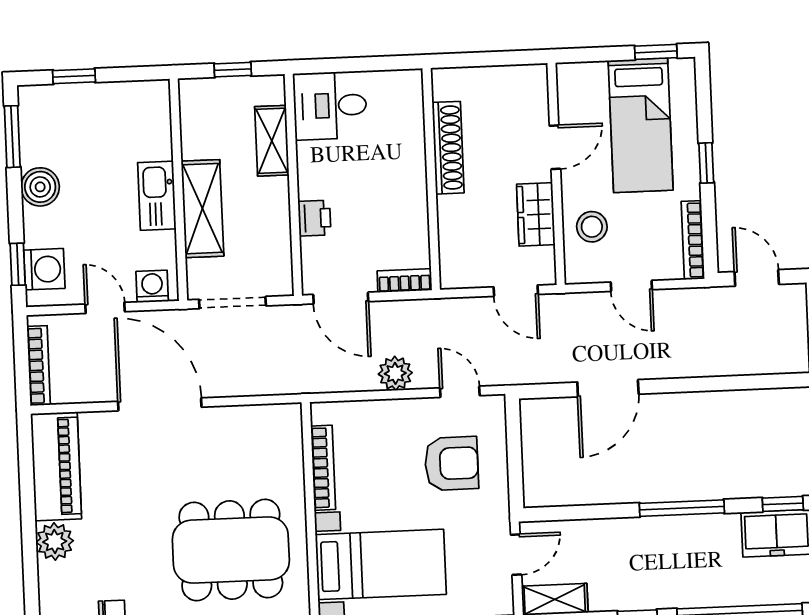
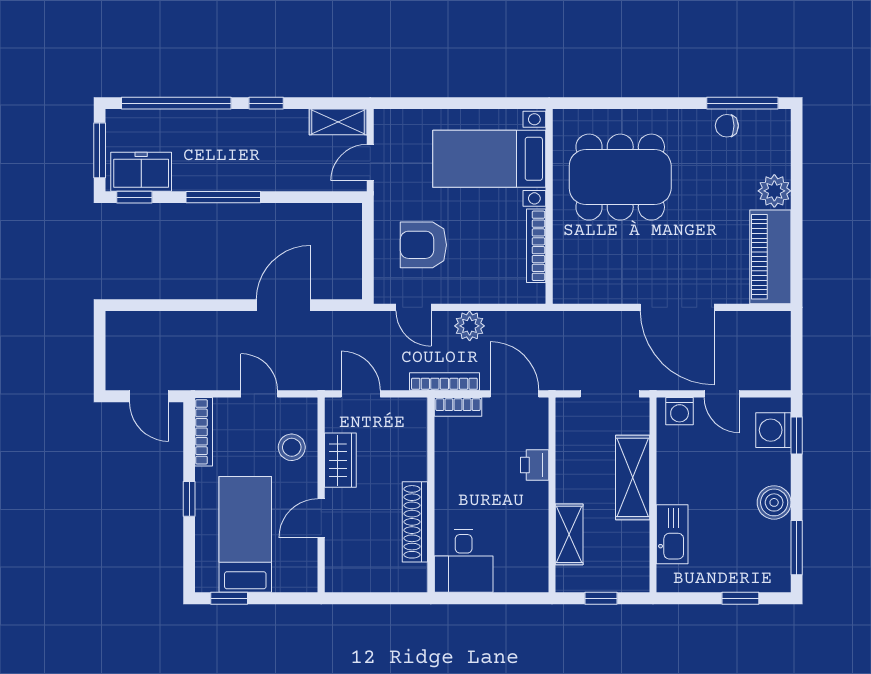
desk: (330, 106) -> (464, 561), moved, turned 90
kitchen sink: (157, 196) -> (672, 534), moved
bookcase: (39, 366) -> (444, 382), moved, turned 90

